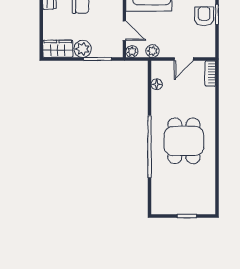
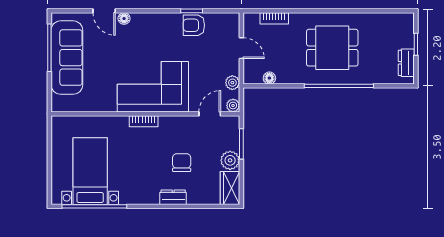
bookcase: (210, 73) -> (274, 18), moved
dresser: (170, 207) -> (406, 63), added

